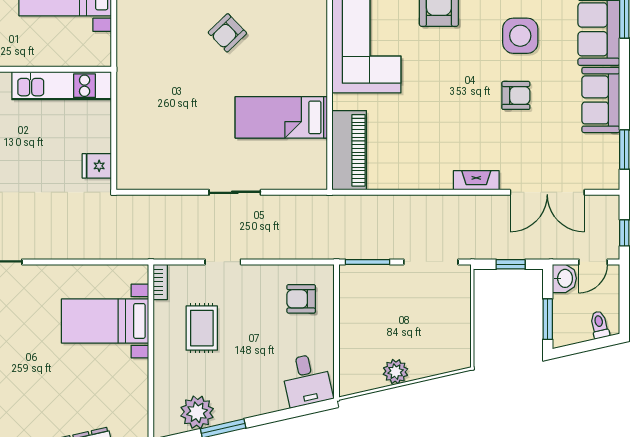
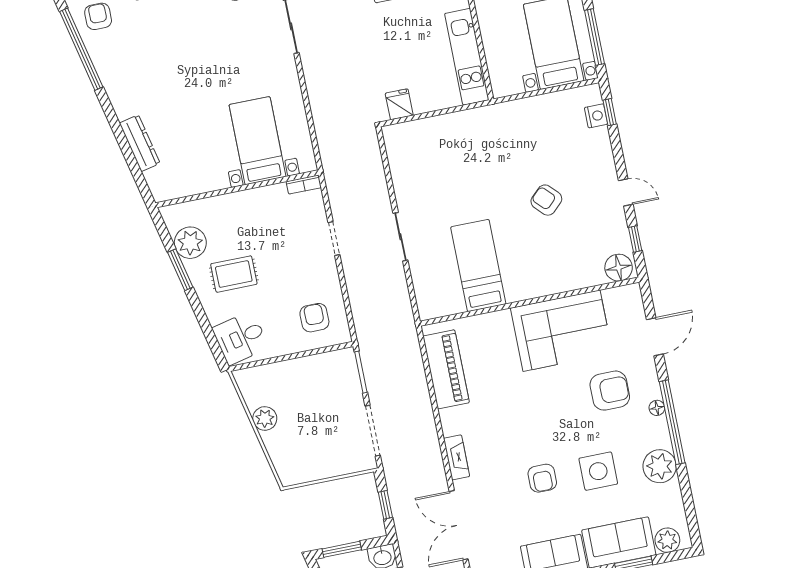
piano: (349, 150) -> (446, 369), moved, turned -90
rug: (202, 328) -> (234, 274), moved

